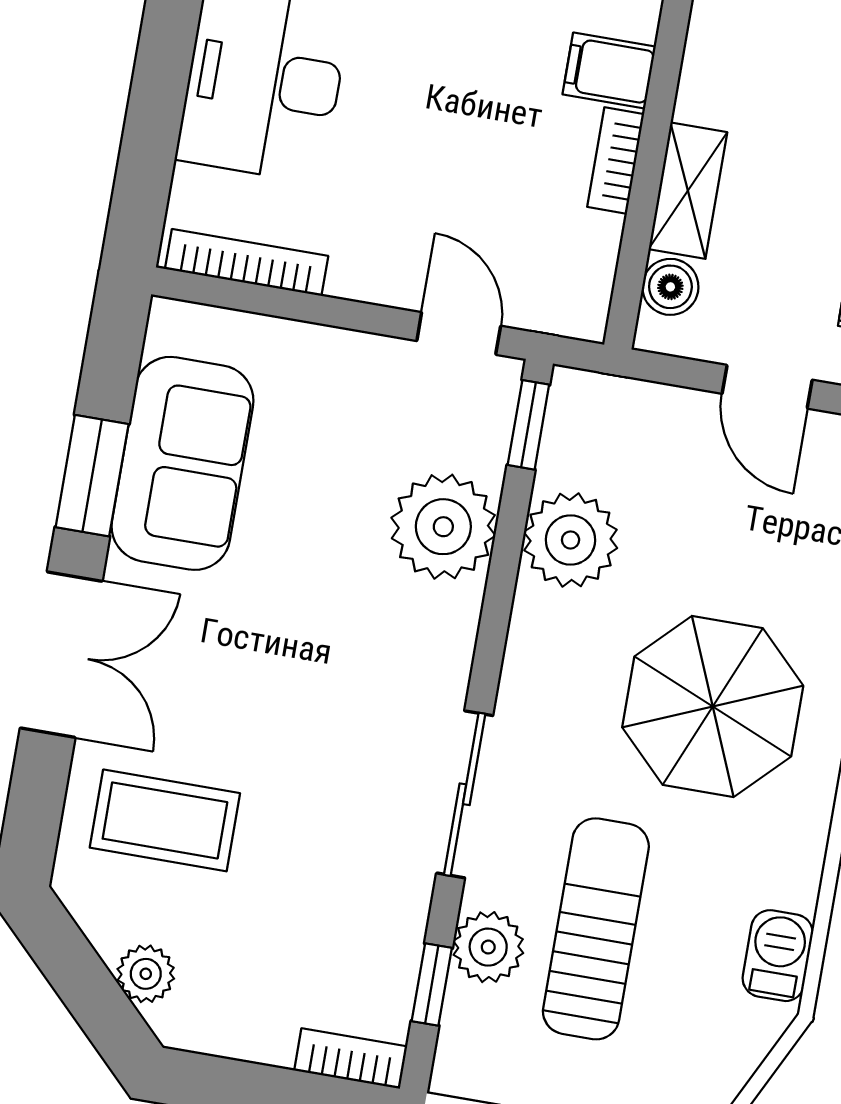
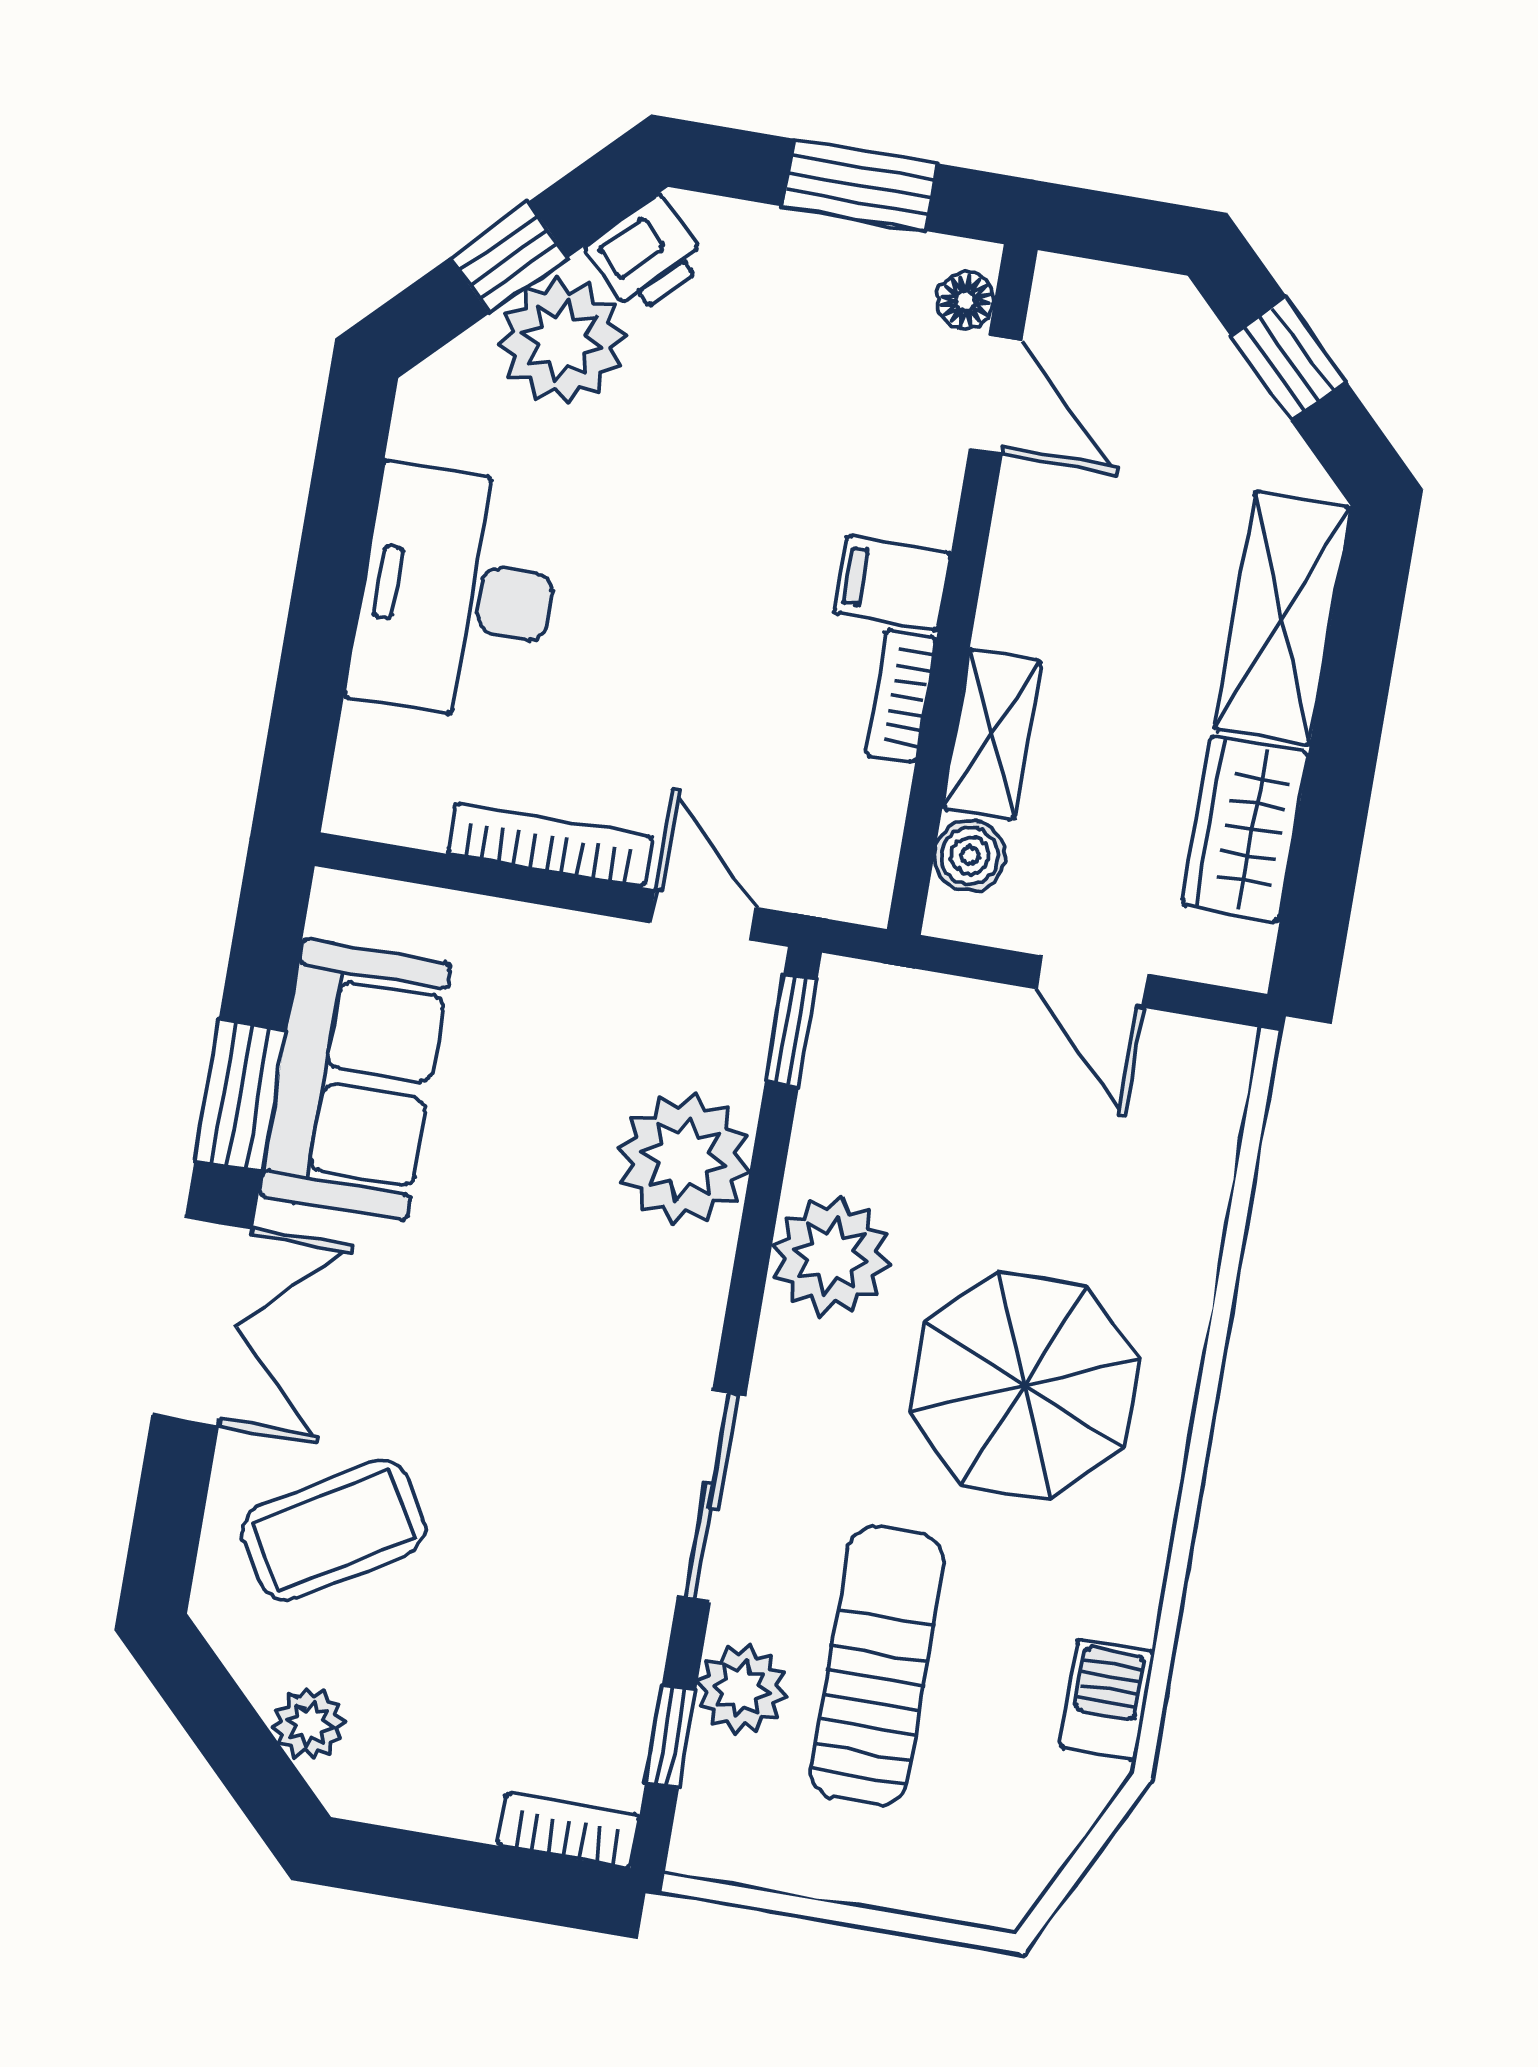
bookcase: (247, 262) -> (550, 845), moved
plant: (571, 540) -> (831, 1256), moved
coffee table: (165, 820) -> (333, 1530), turned -31

